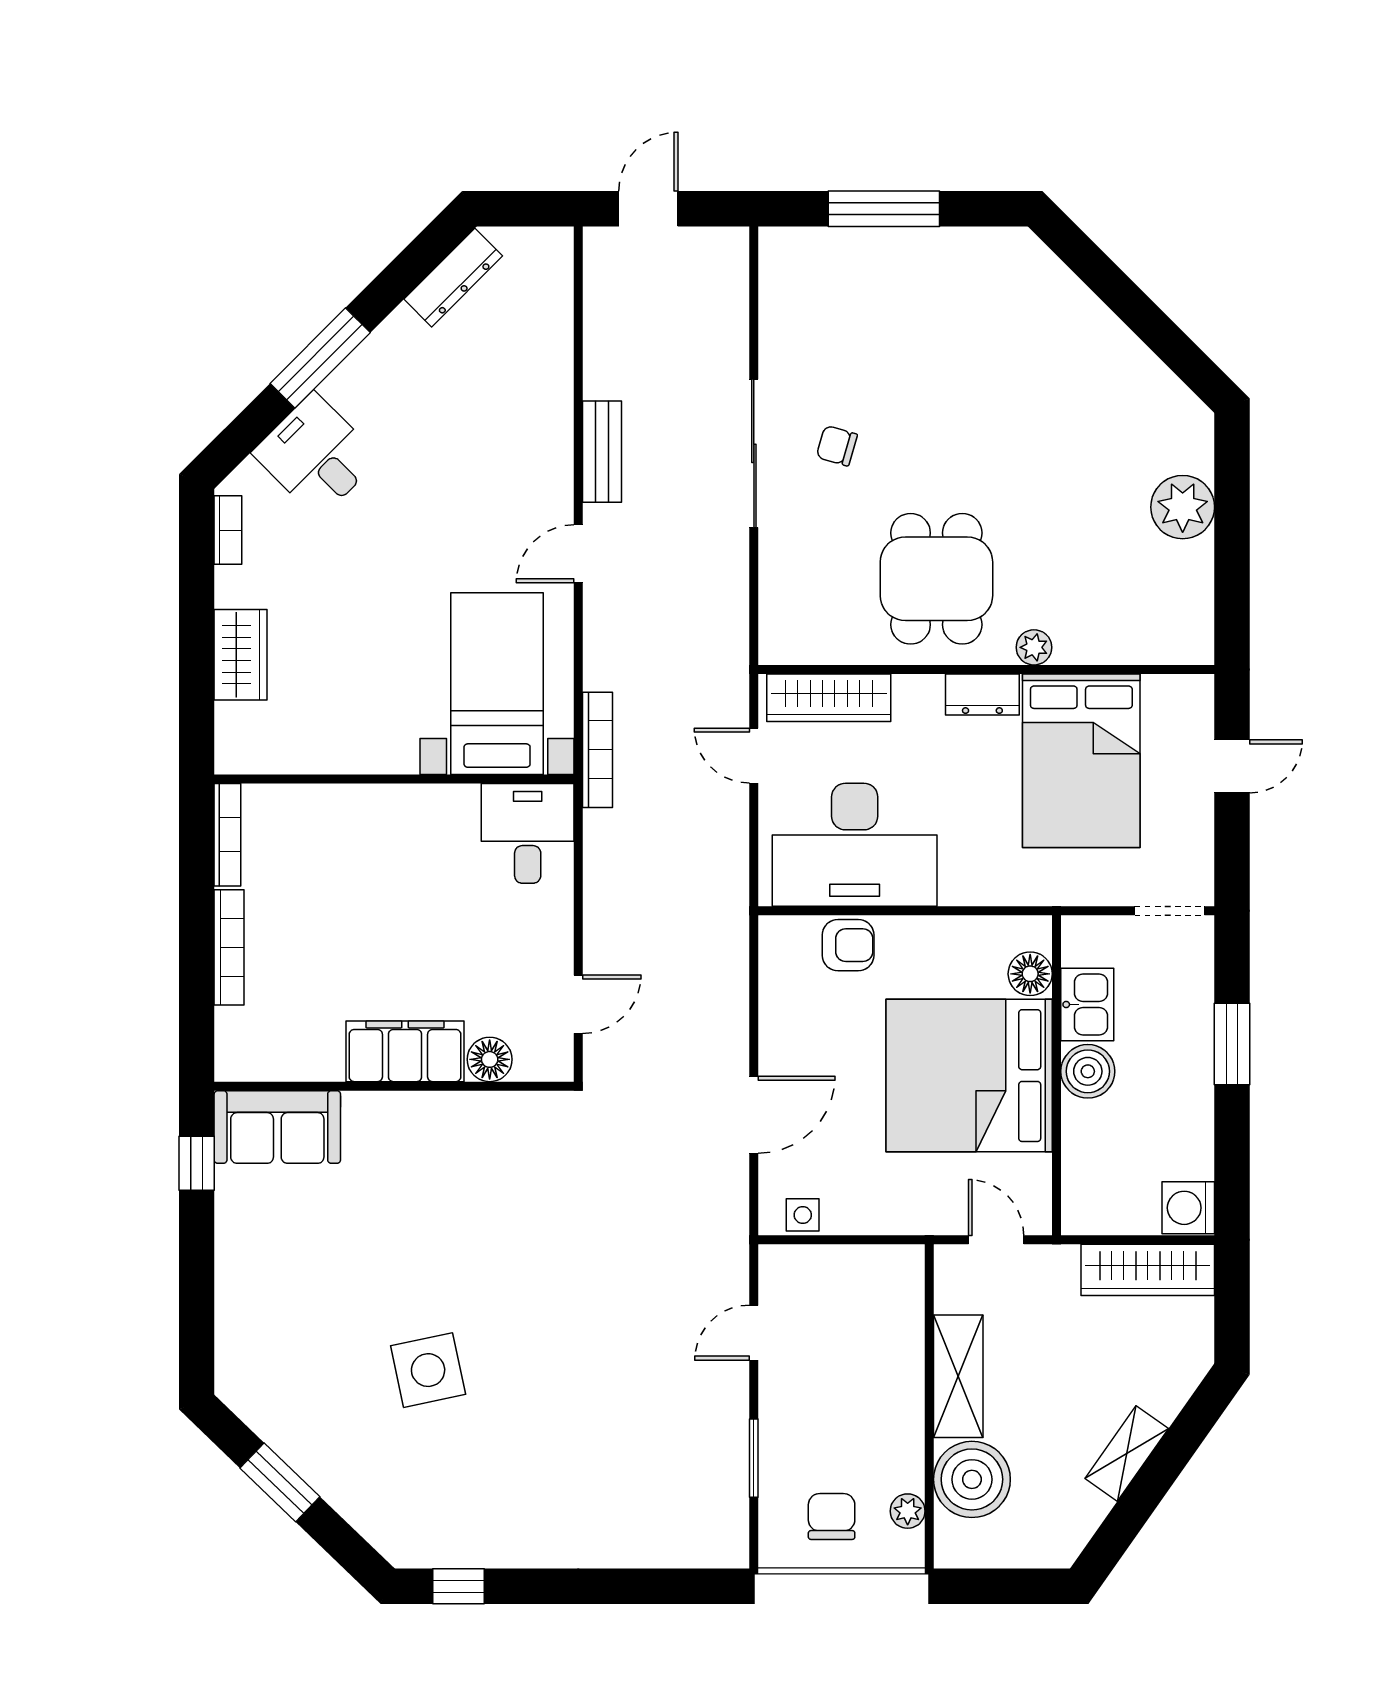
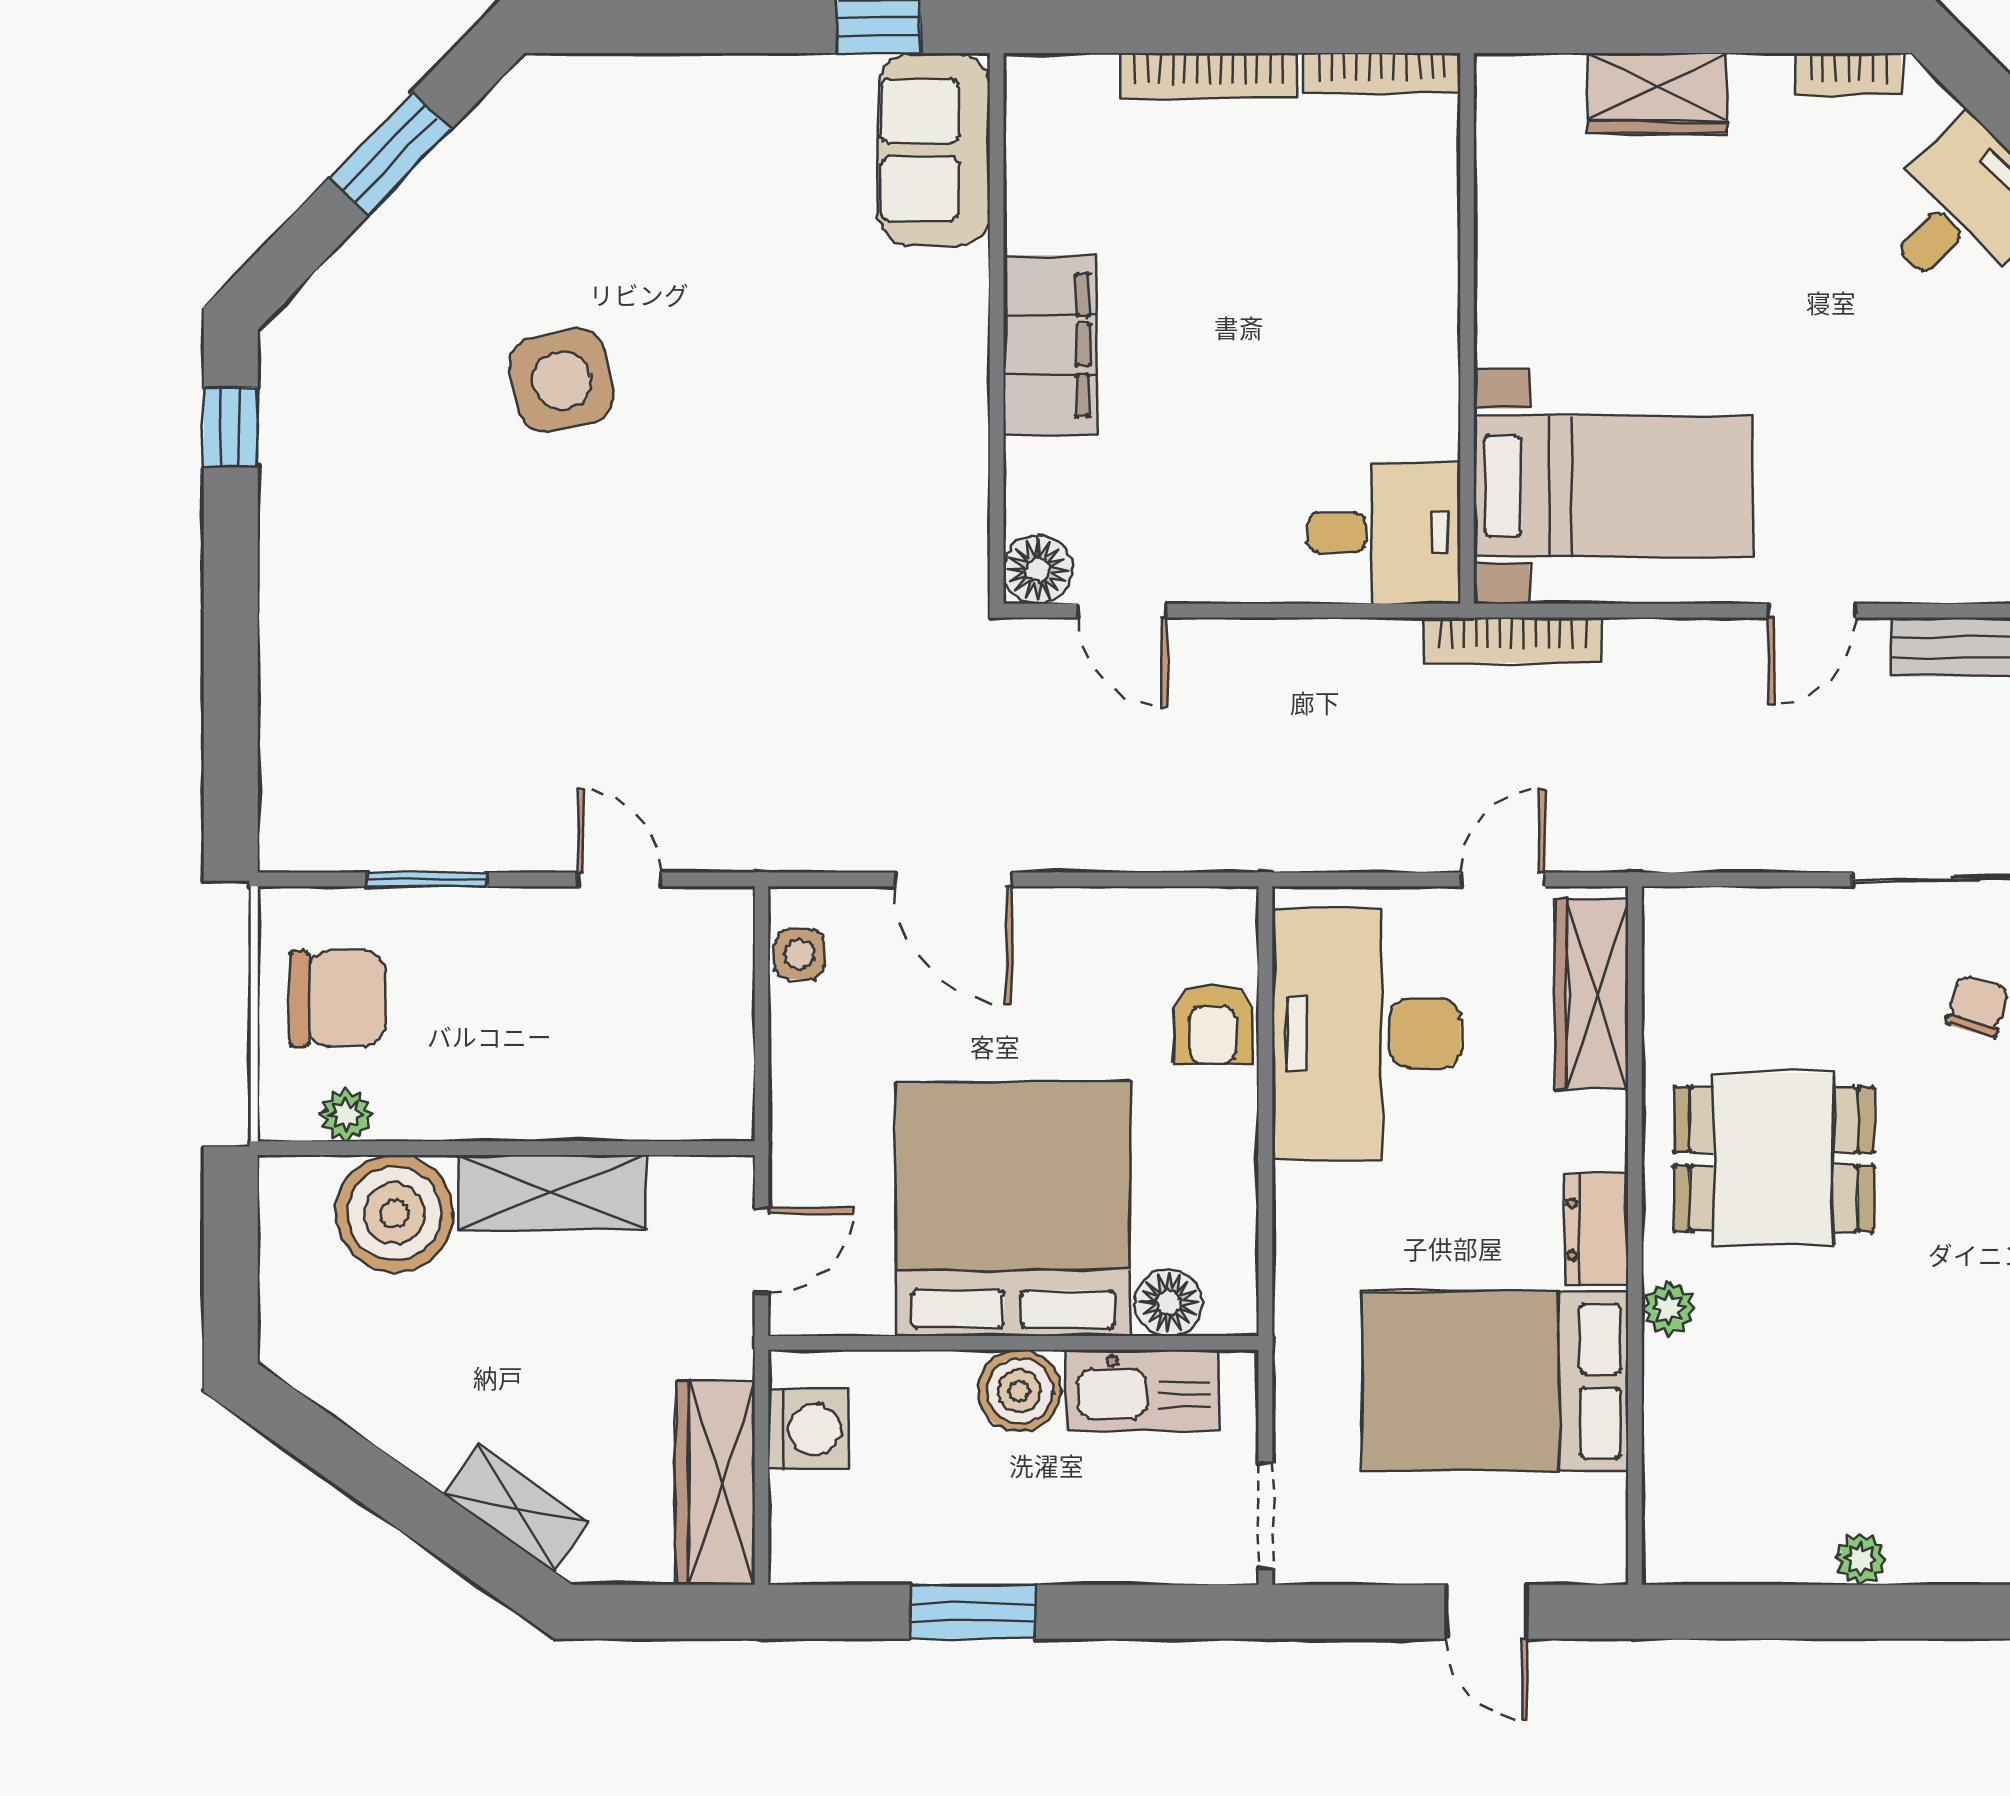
plant: (1183, 507) -> (1861, 1559), width x0.53, depth x0.53
door: (578, 554) -> (1812, 611), swing flipped
kitchen sink: (1087, 1005) -> (1143, 1390), width x1.38
window: (1232, 1044) -> (972, 1612), moved
floor lamp: (490, 1059) -> (1038, 570), moved
washing machine: (1188, 1208) -> (808, 1430), moved, turned 90
shelving: (1127, 1453) -> (516, 1508), moved
chair: (832, 1517) -> (338, 998), width x1.37, depth x1.37

